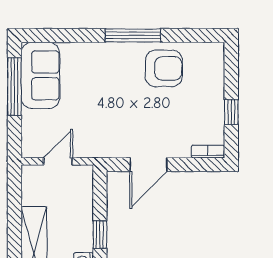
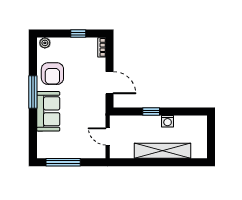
plant: (215, 56) -> (45, 43), added
armchair: (164, 68) -> (52, 74), turned 180
sofa: (40, 75) -> (48, 111), moved, turned 90

